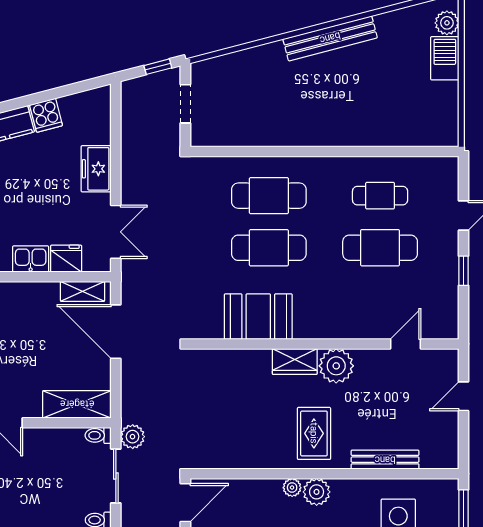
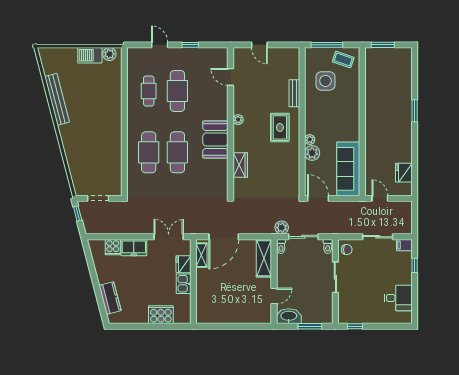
plant: (447, 23) -> (109, 54), moved
bench: (330, 38) -> (57, 99), moved
barbecue: (445, 58) -> (90, 55), moved
cooker: (46, 115) -> (113, 247), moved, turned 105
booth: (258, 317) -> (215, 139), moved
wardrobe: (295, 362) -> (240, 165), moved
plant: (336, 366) -> (238, 120), width x0.53, depth x0.53
rug: (314, 433) -> (280, 127), turned 90
bench: (385, 460) -> (294, 93), width x0.73
plant: (317, 492) -> (312, 153), moved

